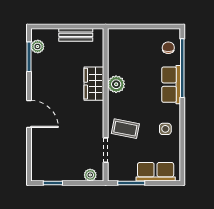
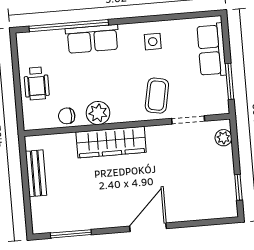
wheelchair: (142, 41) -> (37, 83), added
plant: (38, 46) -> (56, 223), removed
chair: (168, 48) -> (67, 116), moved
wardrobe: (94, 84) -> (111, 142), width x1.50

